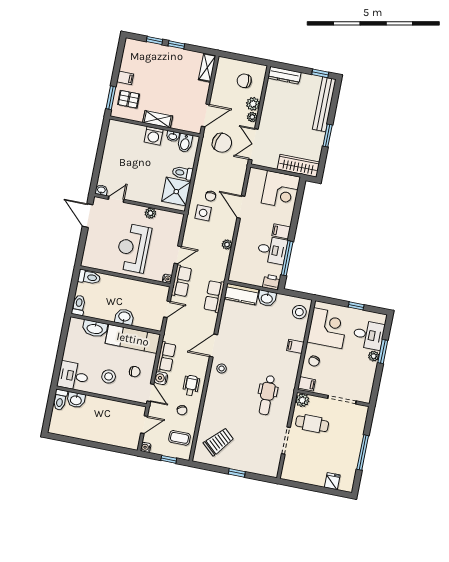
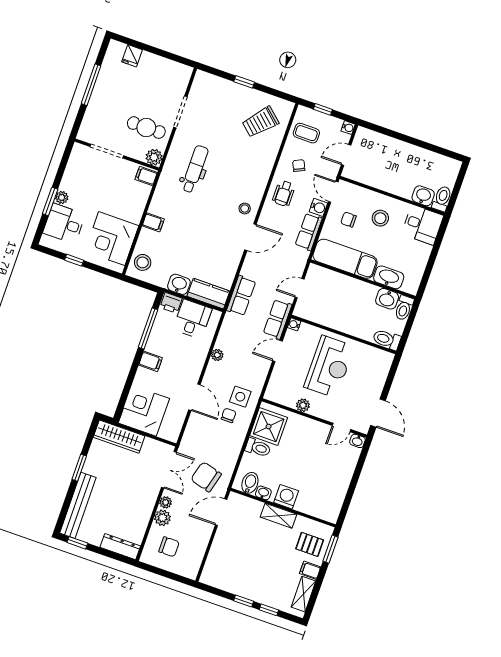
shelving: (207, 68) -> (303, 594), moved
desk: (272, 250) -> (192, 319), moved, turned 90
washbasin: (124, 317) -> (387, 299), moved
chair: (314, 361) -> (133, 202), removed

